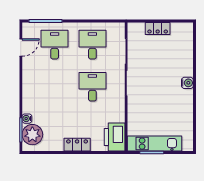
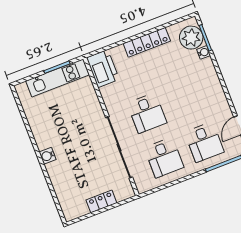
locker: (77, 145) -> (147, 42), width x1.53

